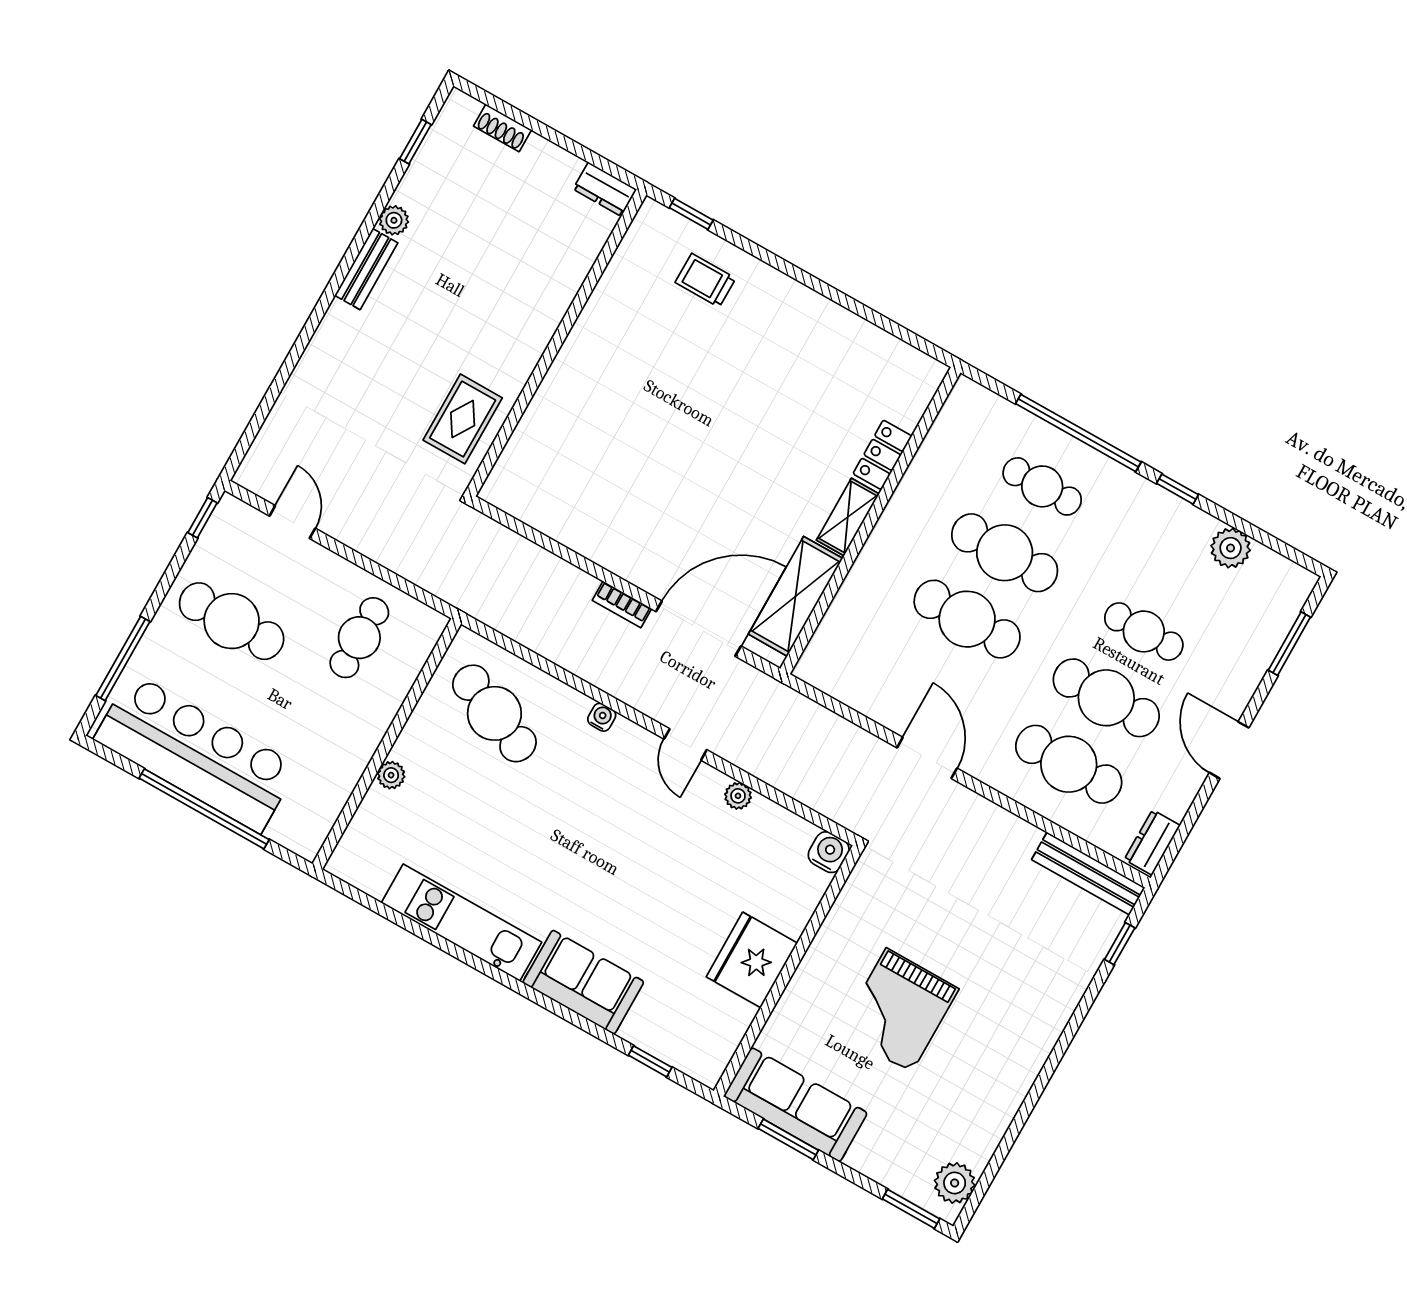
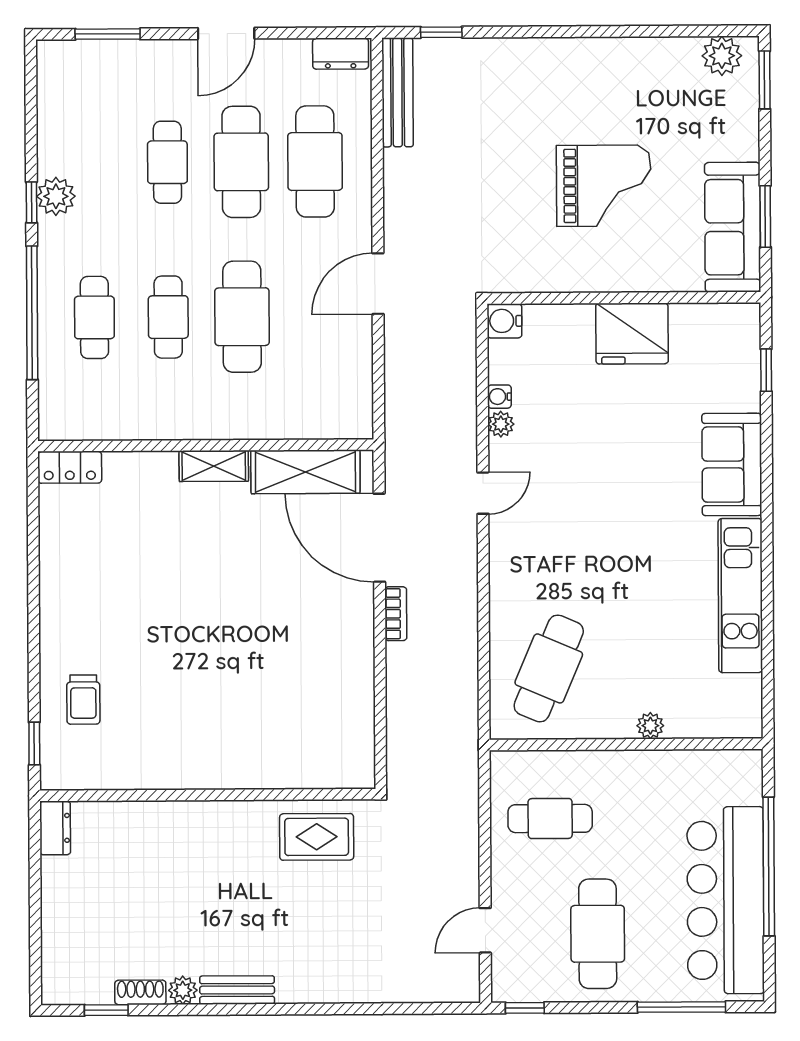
shoe rack: (502, 128) -> (140, 992), moved, turned -90
locker: (882, 455) -> (70, 467), moved
plant: (1231, 548) -> (56, 196), moved
cafe table: (1005, 553) -> (168, 317), width x0.73, depth x0.74
water cooler: (602, 717) -> (499, 397), moved

